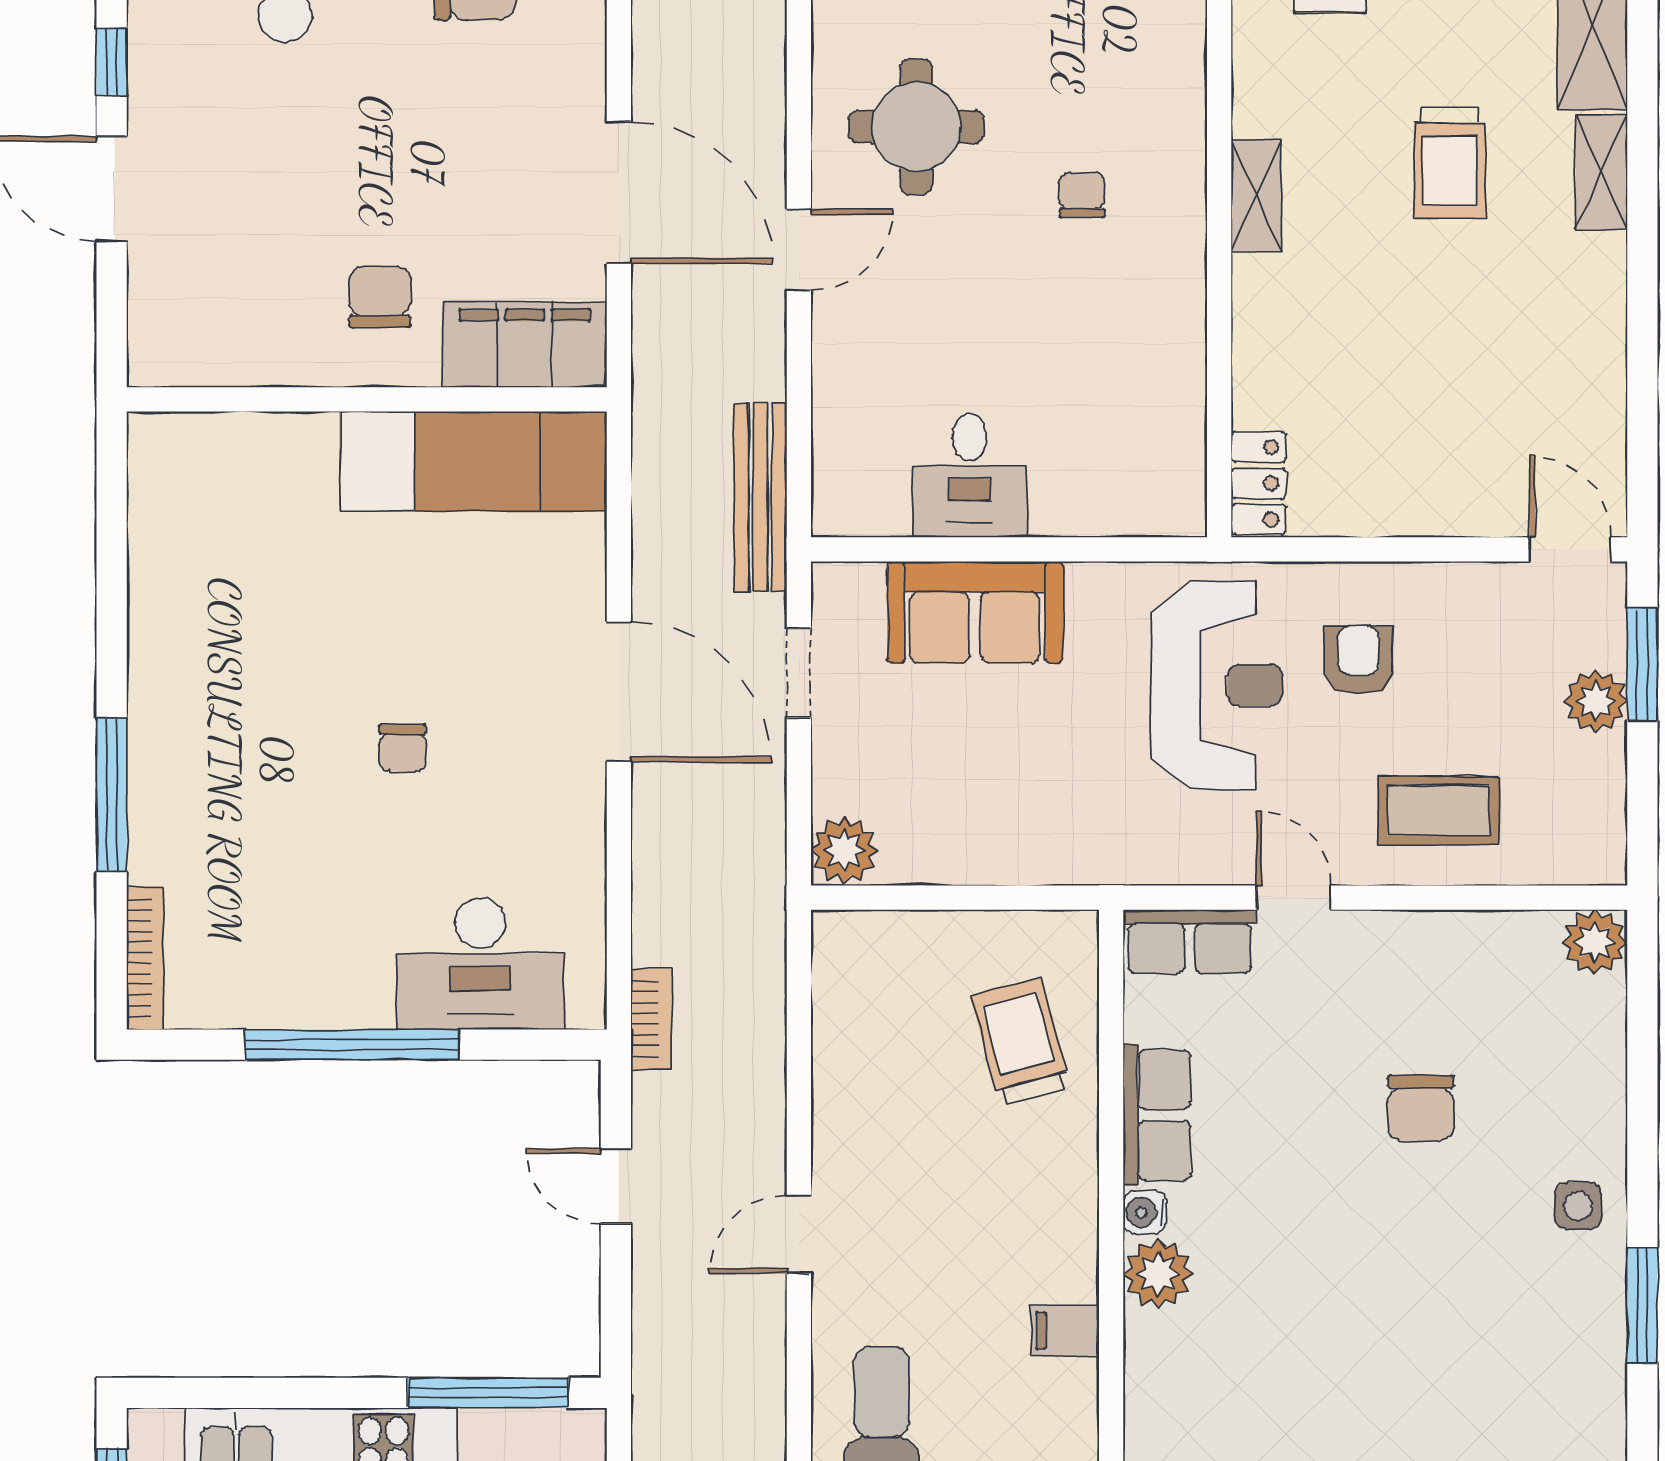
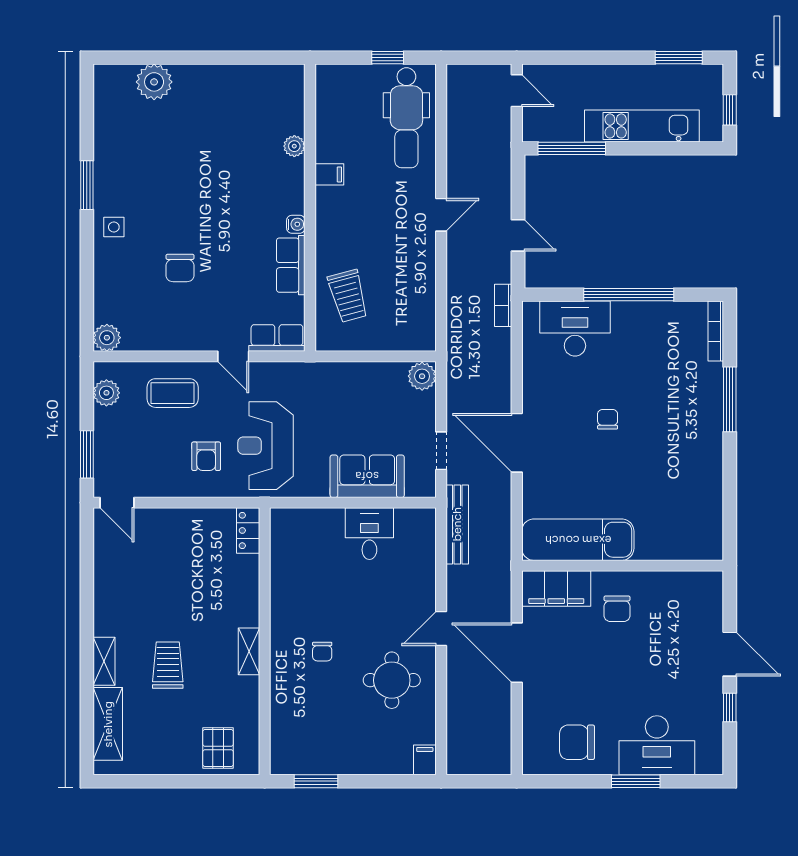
plant: (1596, 701) -> (106, 393), moved
chair: (1421, 1108) -> (180, 268), turned 180
plant: (1158, 1274) -> (294, 146), moved, width x0.73, depth x0.73

